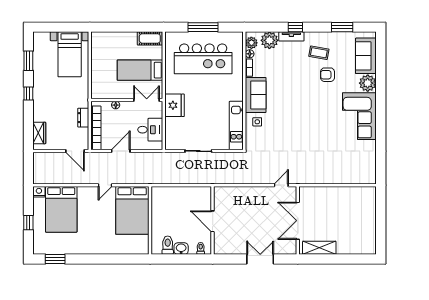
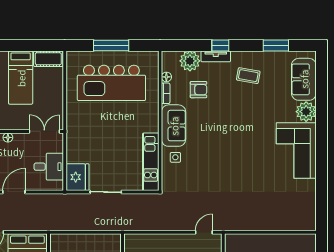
plant: (251, 43) -> (169, 64), removed
bed: (140, 70) -> (21, 78), moved, turned -90
armchair: (328, 75) -> (199, 90), moved, turned 180
fridge: (174, 105) -> (77, 177), moved

